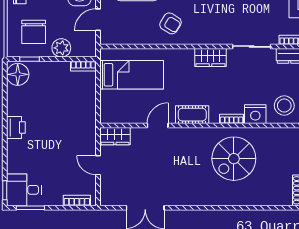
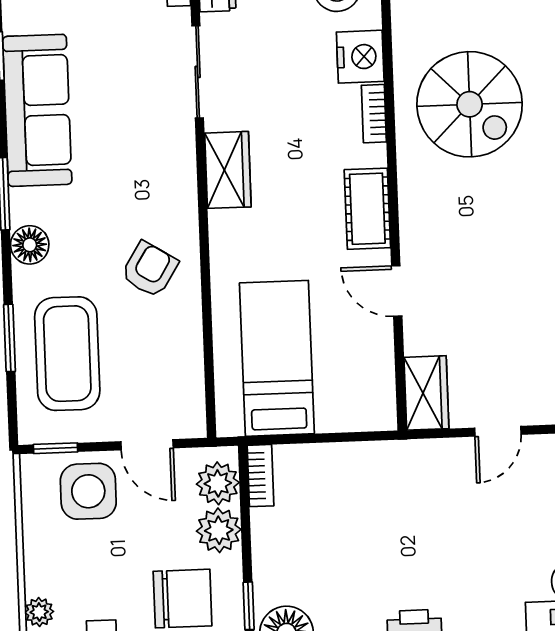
plant: (81, 48) -> (218, 483), added

